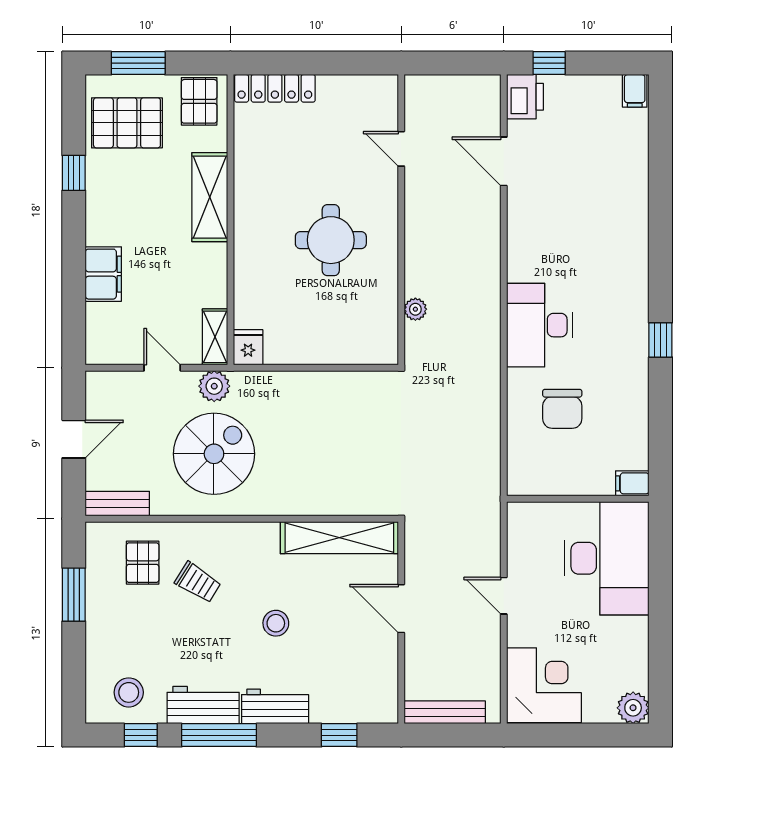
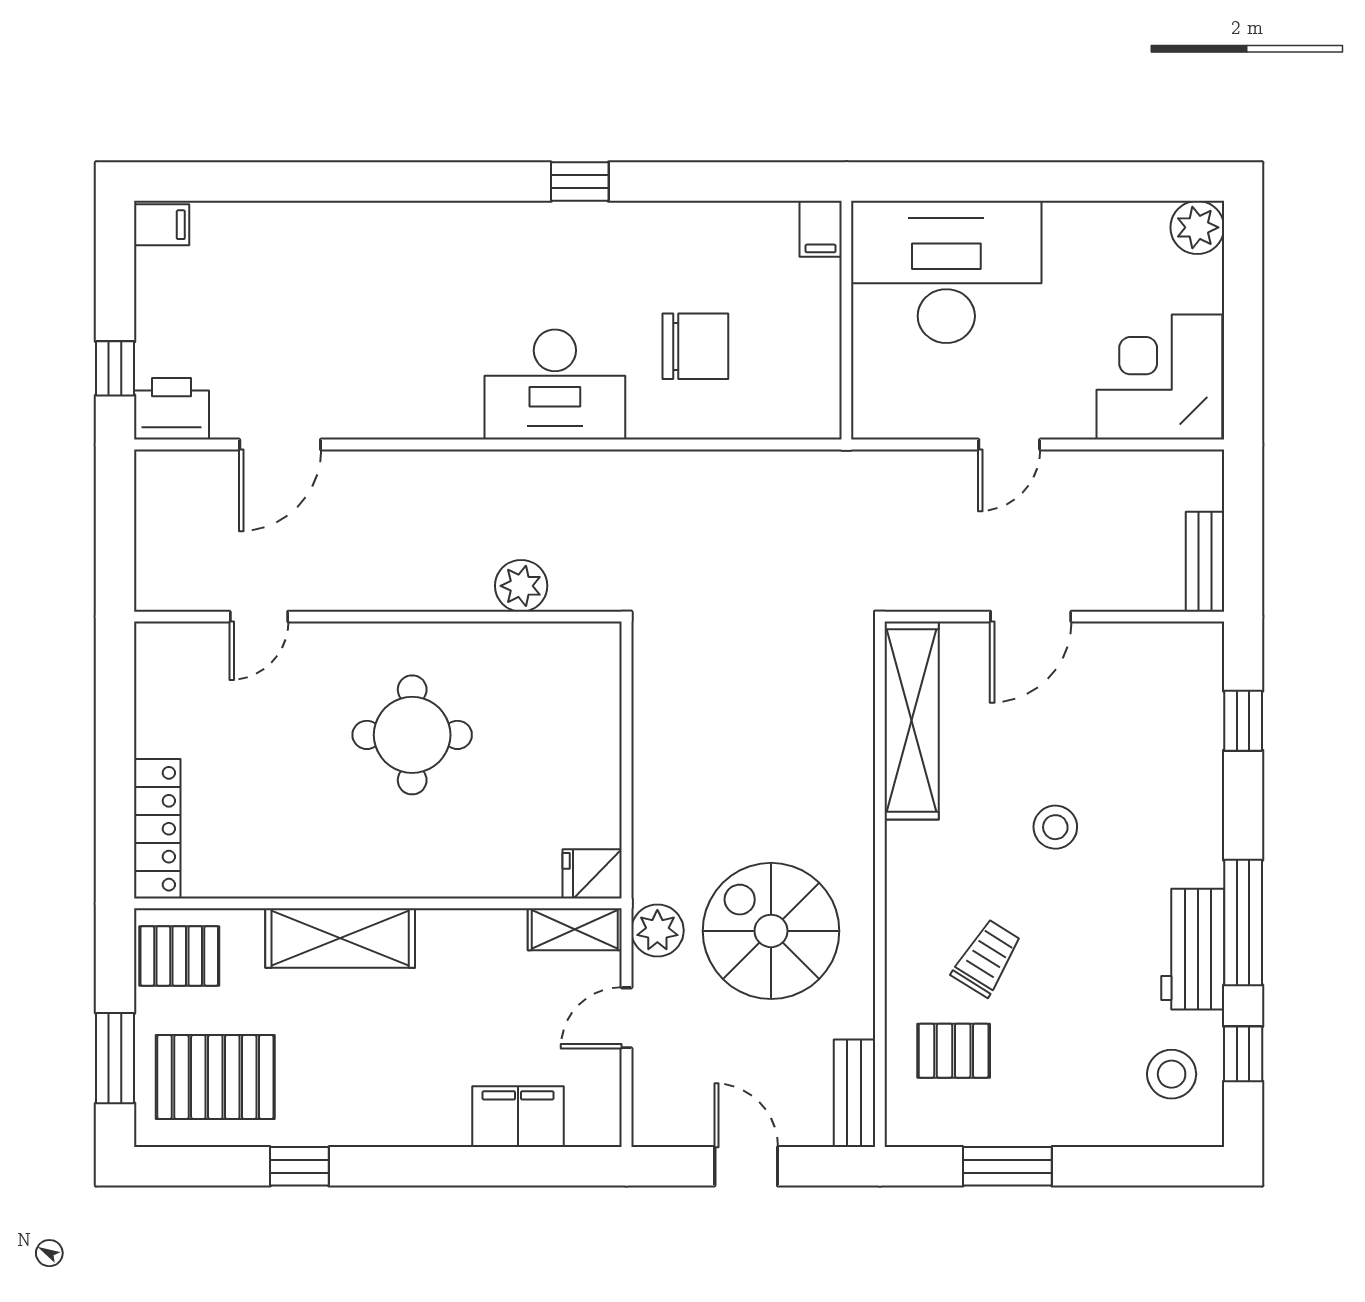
pallet: (127, 123) -> (215, 1077), turned 90
filing cabinet: (103, 274) -> (518, 1117), moved
plant: (415, 309) -> (521, 586), width x1.38, depth x1.38
workbench: (275, 706) -> (1195, 828), removed
bench: (445, 712) -> (1205, 562), width x0.73

